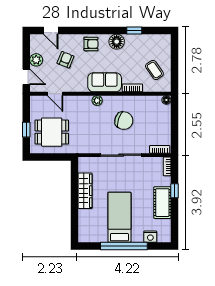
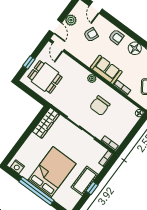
door: (55, 94) -> (58, 46), moved
chair: (124, 121) -> (100, 106), turned 72
wardrobe: (85, 191) -> (46, 123), moved
window: (174, 191) -> (92, 188), moved
bed: (119, 217) -> (52, 172), width x1.50
nightstand: (150, 237) -> (17, 167), moved

